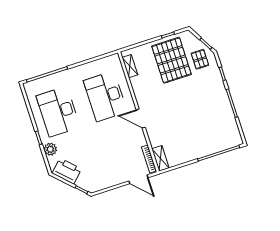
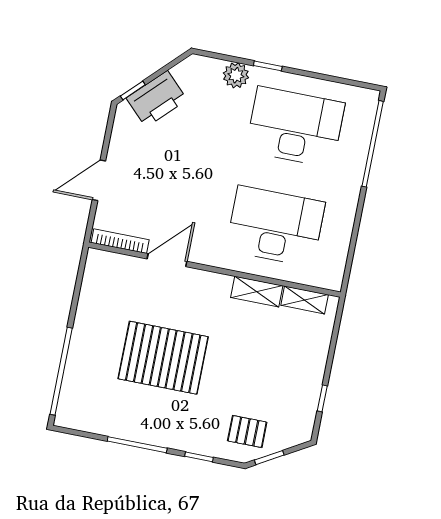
pallet: (171, 60) -> (163, 358), moved
door: (141, 119) -> (167, 260), moved
shelving: (160, 158) -> (257, 292), moved
printer: (67, 171) -> (157, 99), moved
door: (138, 179) -> (99, 180), moved

